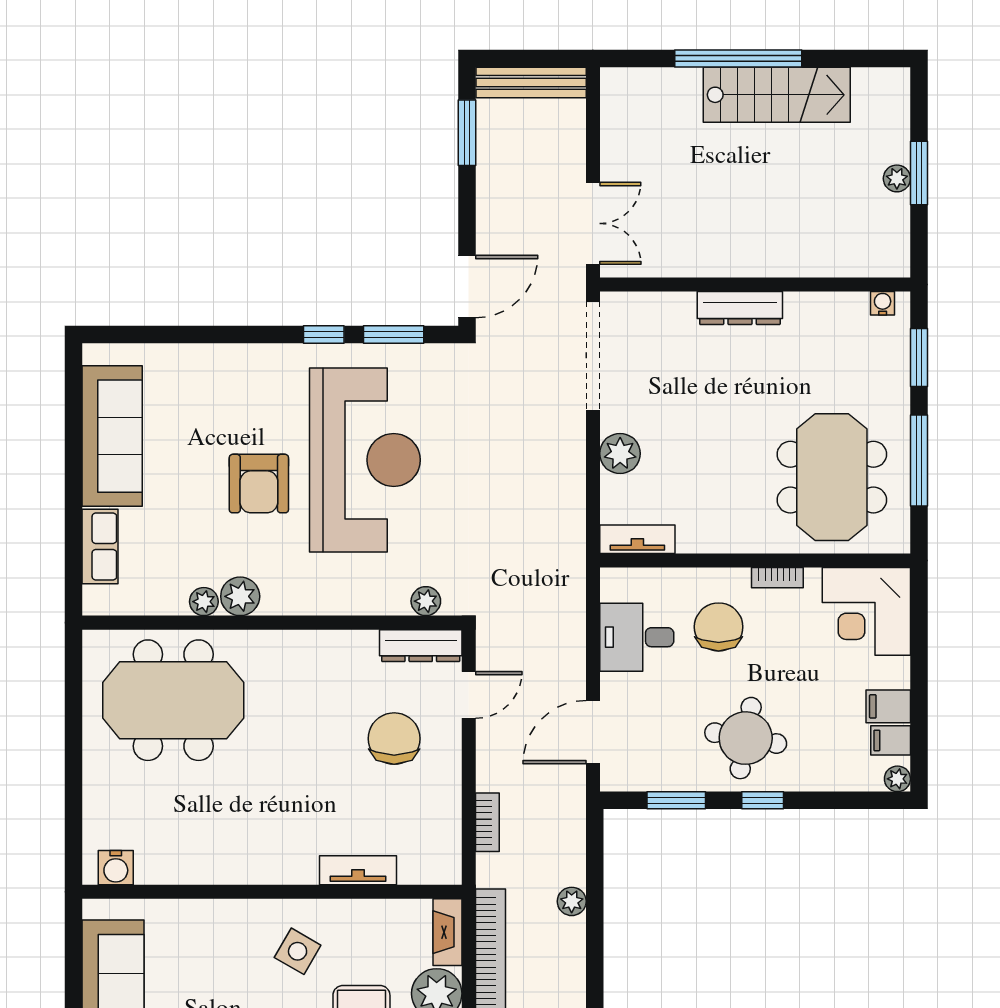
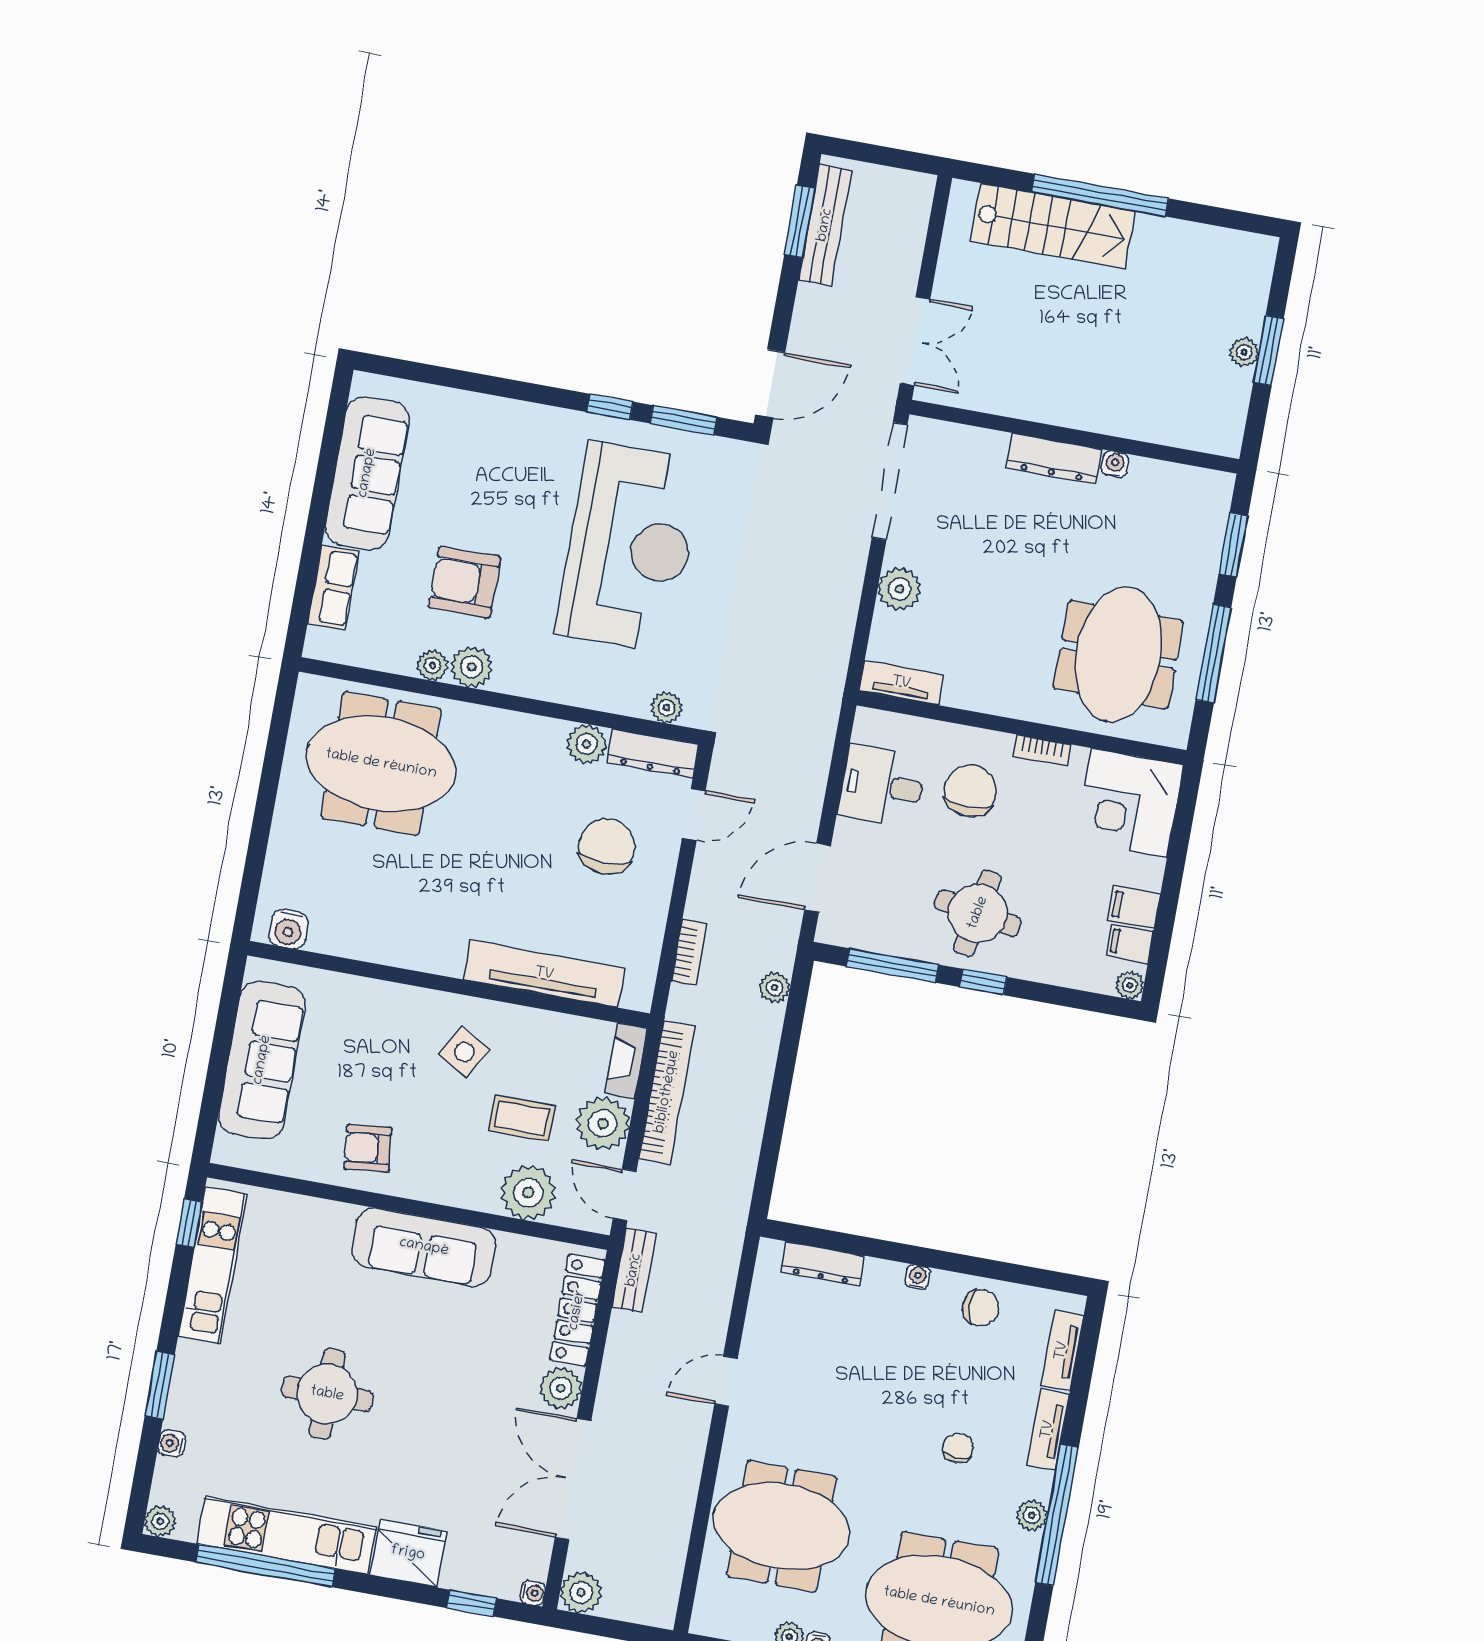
bench: (531, 82) -> (825, 225), moved, turned 90
stairs: (777, 95) -> (1053, 226), moved
water cooler: (883, 303) -> (1115, 464), moved
armchair: (259, 484) -> (465, 582), moved, turned 90
plant: (358, 648) -> (586, 744), added
window: (676, 800) -> (893, 966), width x1.44
tv unit: (358, 870) -> (544, 974), width x1.92, depth x1.29
plant: (572, 901) -> (775, 988), moved

